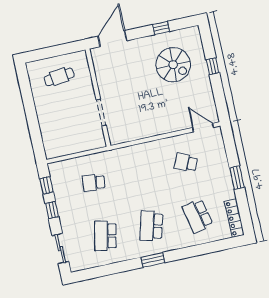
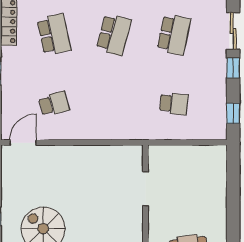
door: (203, 128) -> (23, 143), swing flipped
school desk: (186, 163) -> (54, 104), turned -39
window: (52, 210) -> (233, 68), moved

